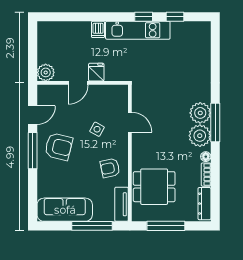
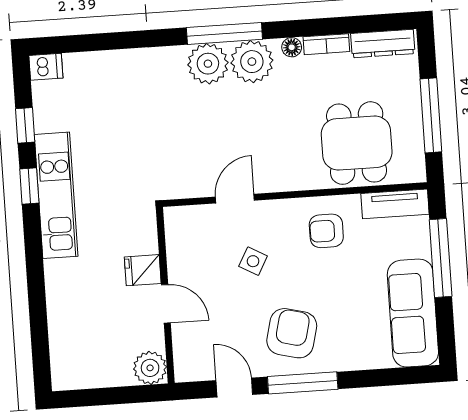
dishwasher: (98, 29) -> (46, 67), moved
armchair: (110, 168) -> (326, 231), turned 102

